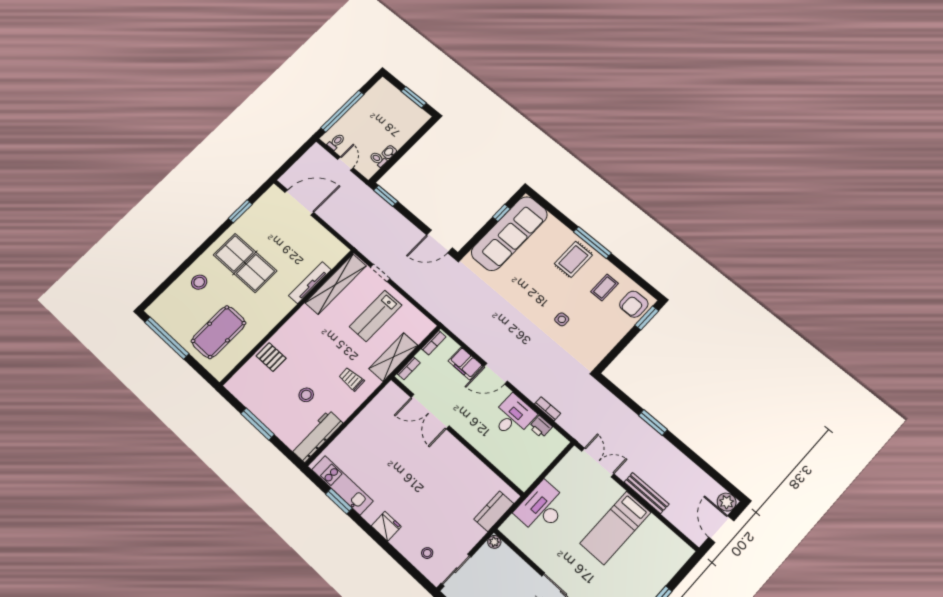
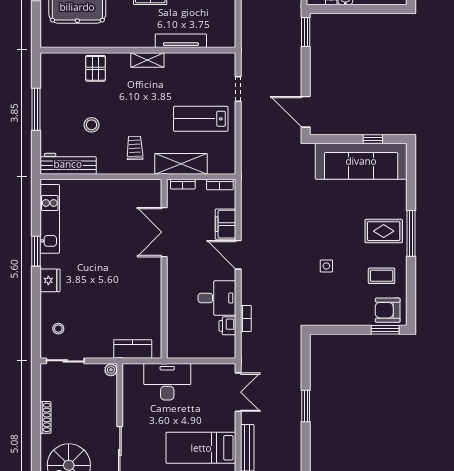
shelving: (336, 284) -> (147, 60), moved, width x0.45, depth x0.75
window: (339, 501) -> (36, 251), moved

